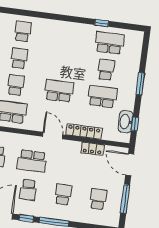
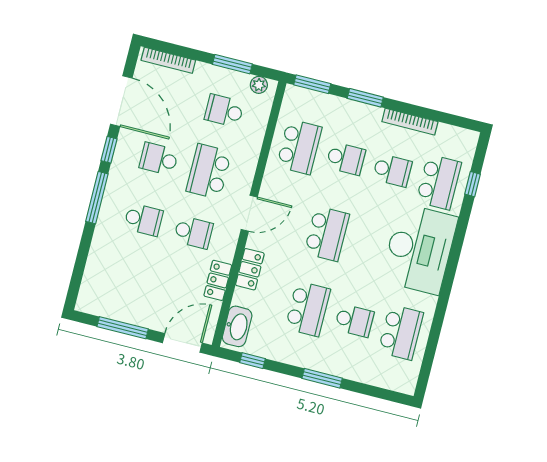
window: (102, 23) -> (472, 184), moved
school desk: (23, 31) -> (439, 182), width x1.85
desk: (61, 38) -> (419, 249), added
washbasin: (126, 122) -> (237, 326), moved, turned 90
locker: (84, 132) -> (250, 269), width x0.66
school desk: (98, 199) -> (193, 232), moved

